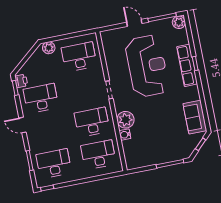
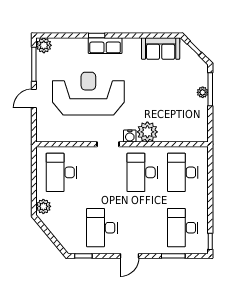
row of seats: (187, 65) -> (105, 46), width x0.68
printer: (21, 81) -> (77, 247), removed
water cooler: (125, 135) -> (130, 136), moved
plant: (166, 158) -> (203, 92), added

